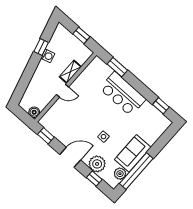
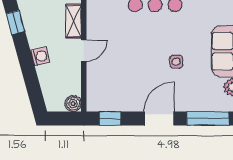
washing machine: (48, 56) -> (40, 56), moved
plant: (97, 164) -> (197, 99), removed
window: (94, 179) -> (208, 119), width x2.17

